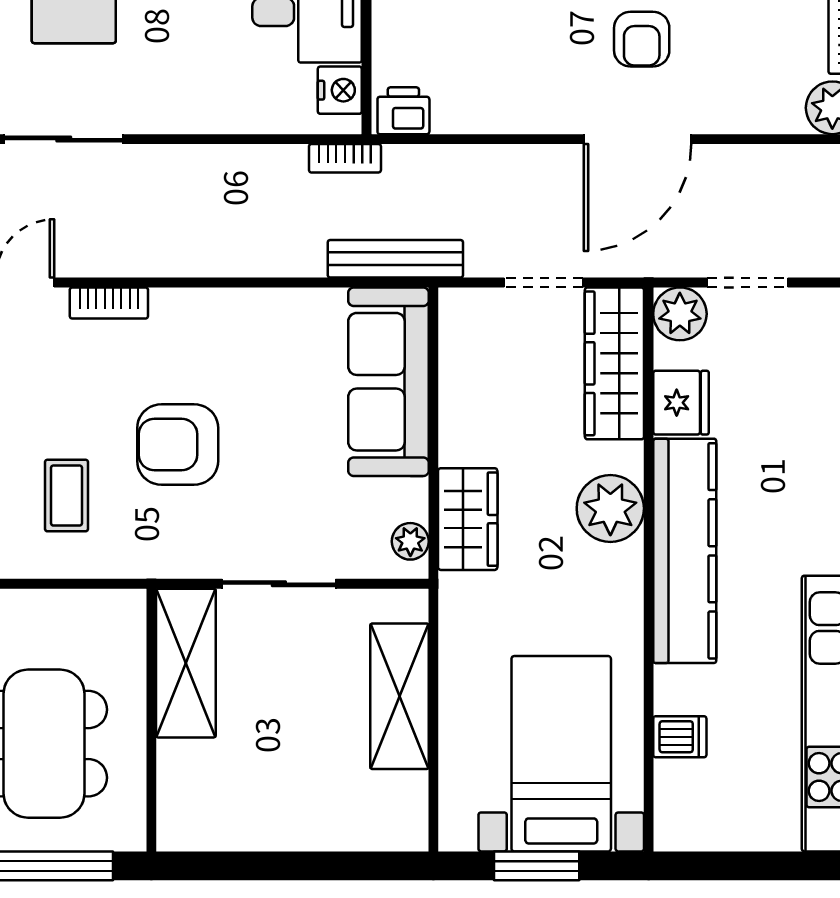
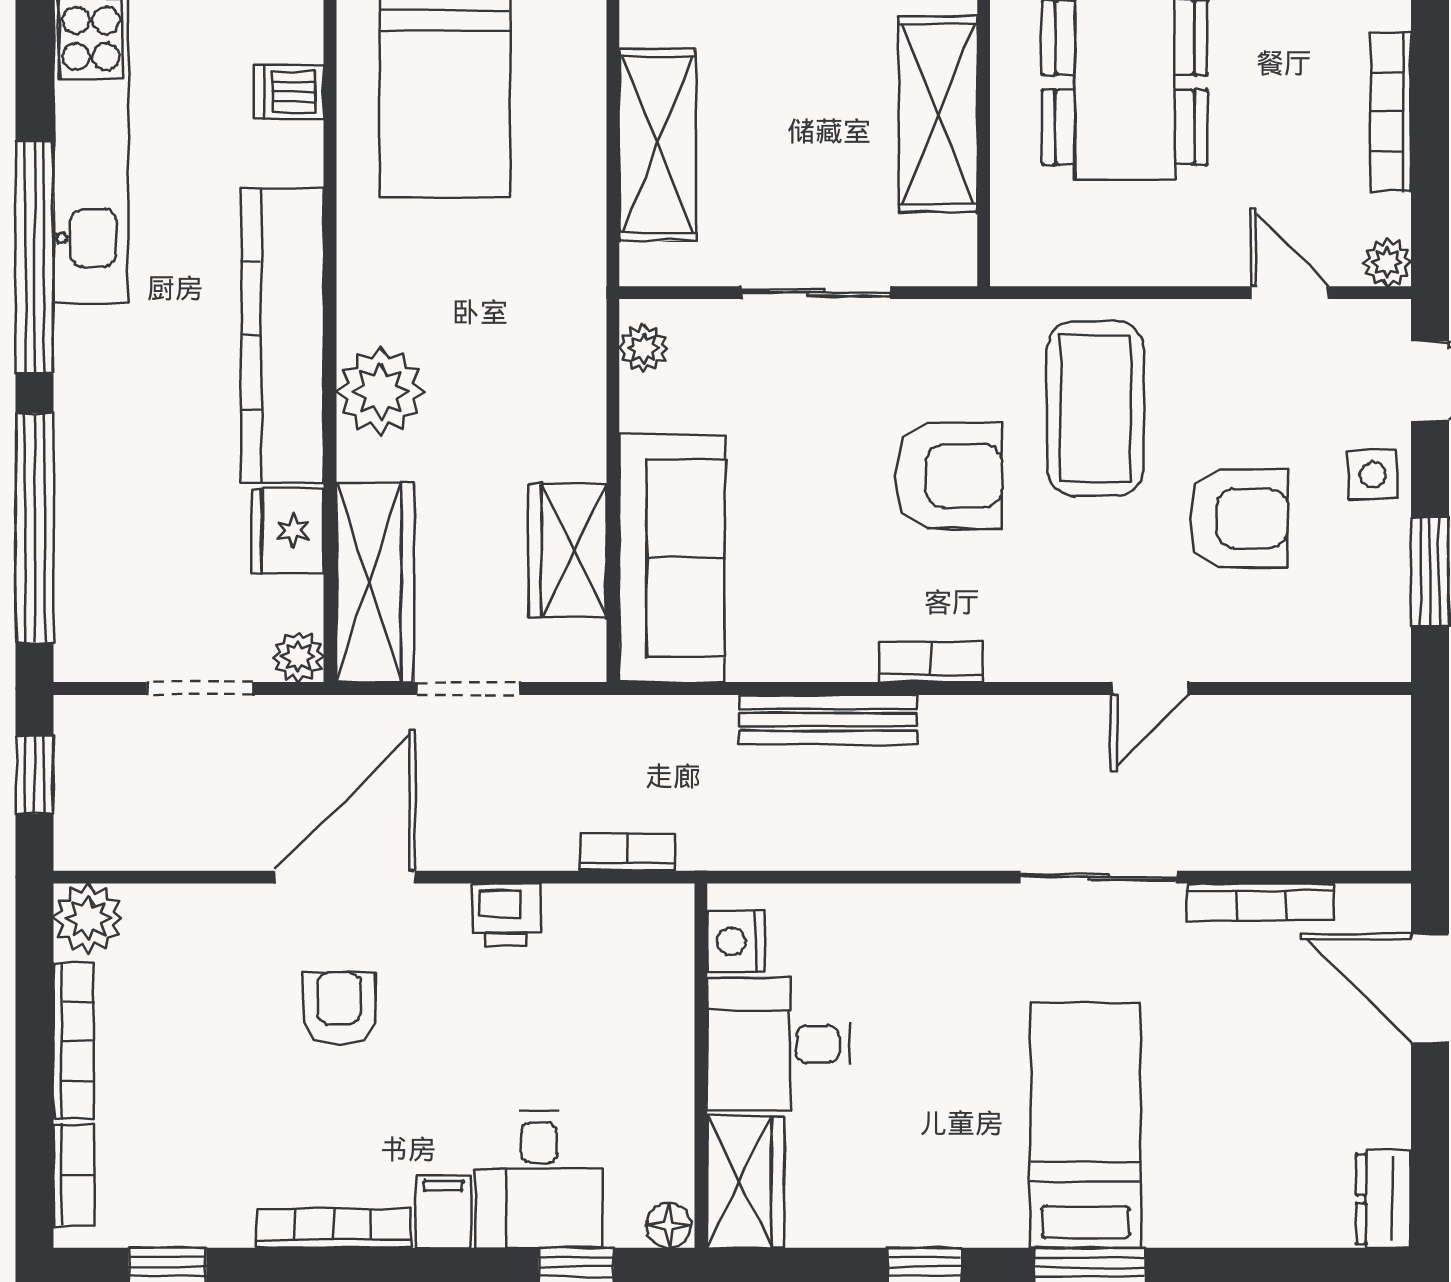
printer: (403, 111) -> (506, 914), moved
bookcase: (345, 158) -> (627, 852), moved
bench: (395, 259) -> (828, 720), moved
bookcase: (109, 303) -> (931, 662), moved
plant: (680, 314) -> (298, 657), width x0.73, depth x0.73
coffee table: (66, 496) -> (1095, 408), width x1.86, depth x1.72
wardrobe: (468, 519) -> (568, 551), moved
shelving: (186, 663) -> (938, 114), moved

